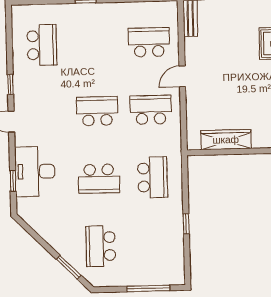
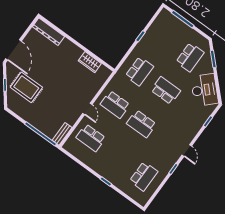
school desk: (42, 45) -> (144, 176), turned 180
door: (182, 76) -> (87, 109), hinge flipped
wardrobe: (226, 140) -> (90, 62), width x0.67
desk: (35, 171) -> (204, 90), moved, turned -45
school desk: (153, 177) -> (139, 71), turned 180

